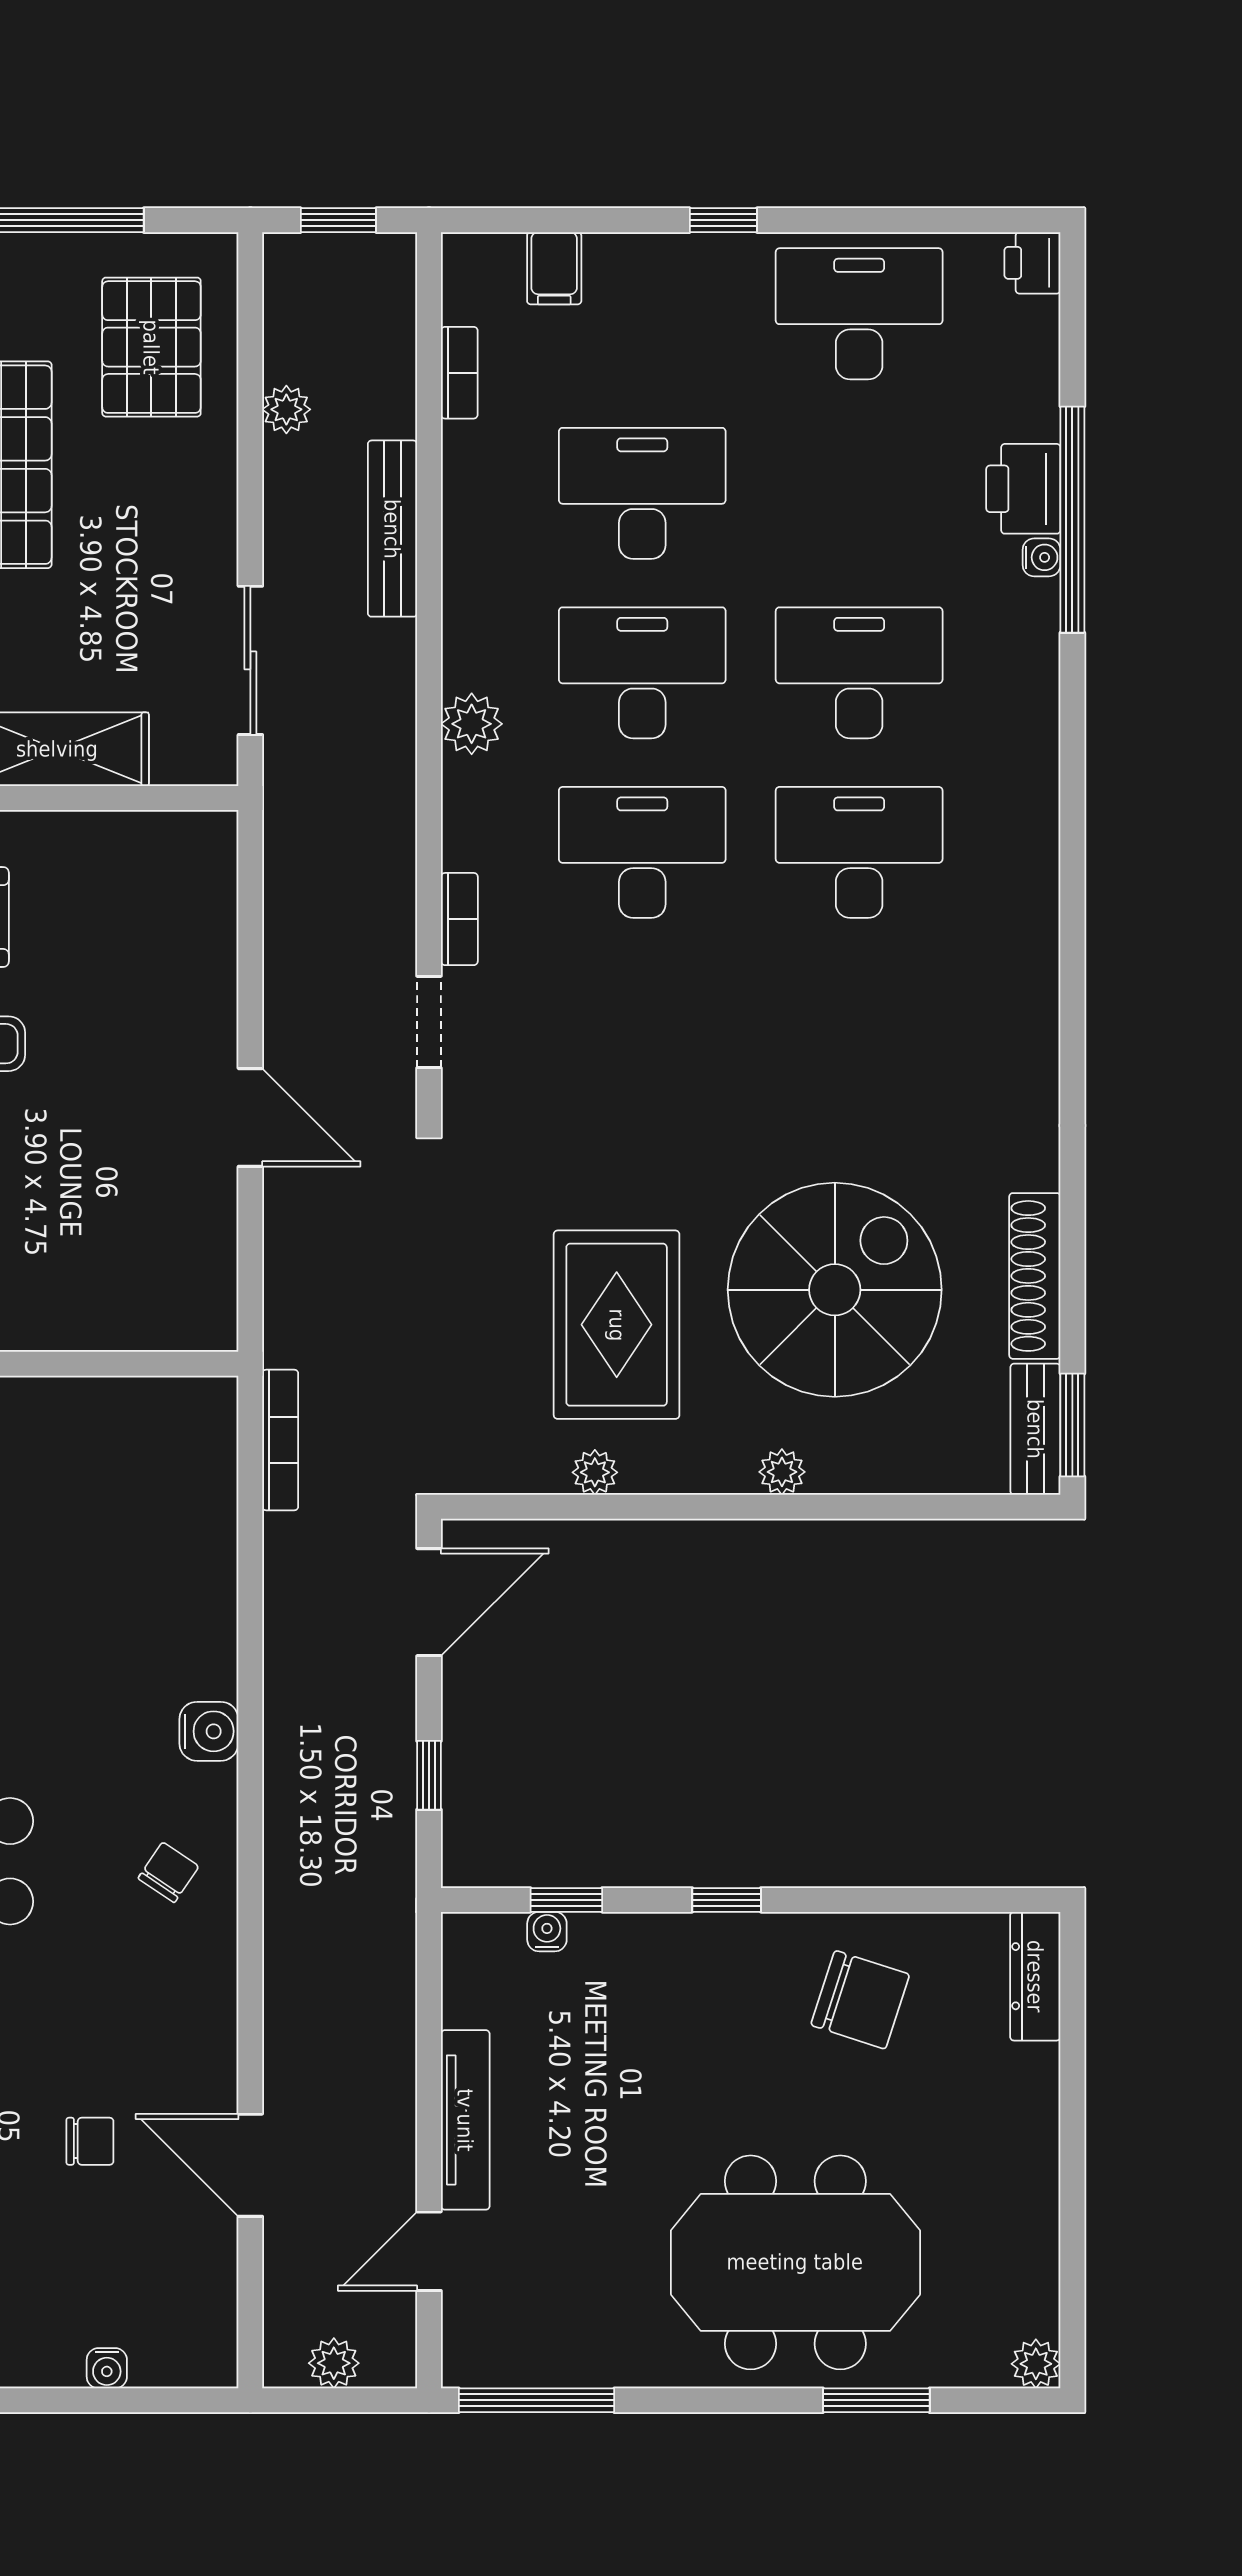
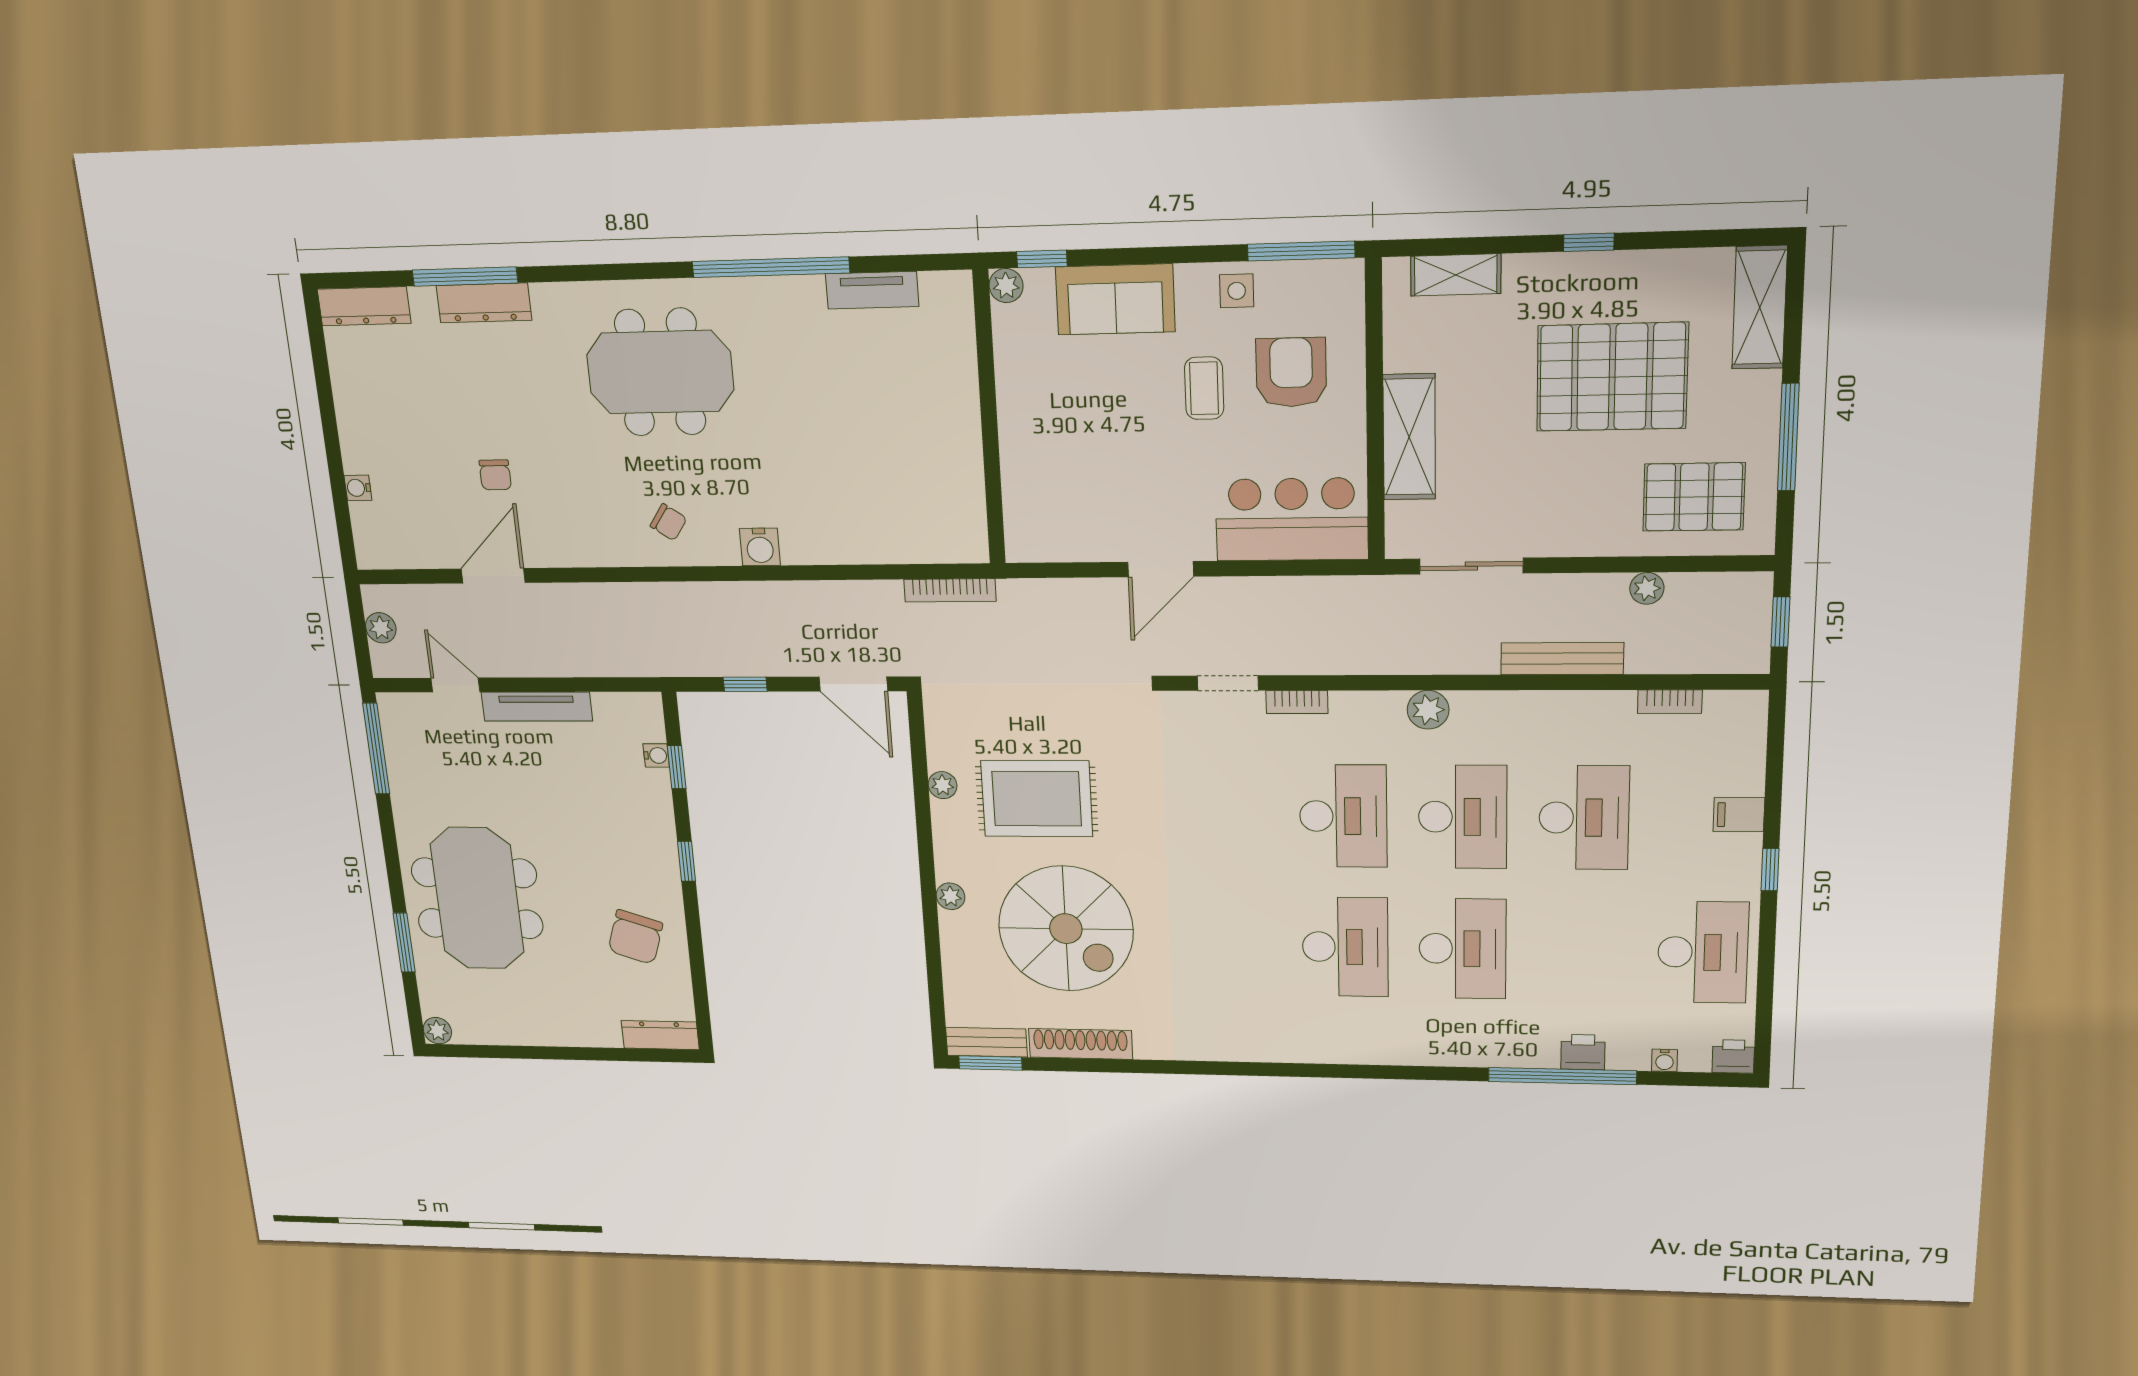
filing cabinet: (554, 268) -> (1739, 815), moved
printer: (1023, 489) -> (1583, 1052), width x0.73, depth x0.81
water cooler: (1042, 557) -> (1665, 1060), moved
bar counter: (177, 921) -> (1292, 519), added

